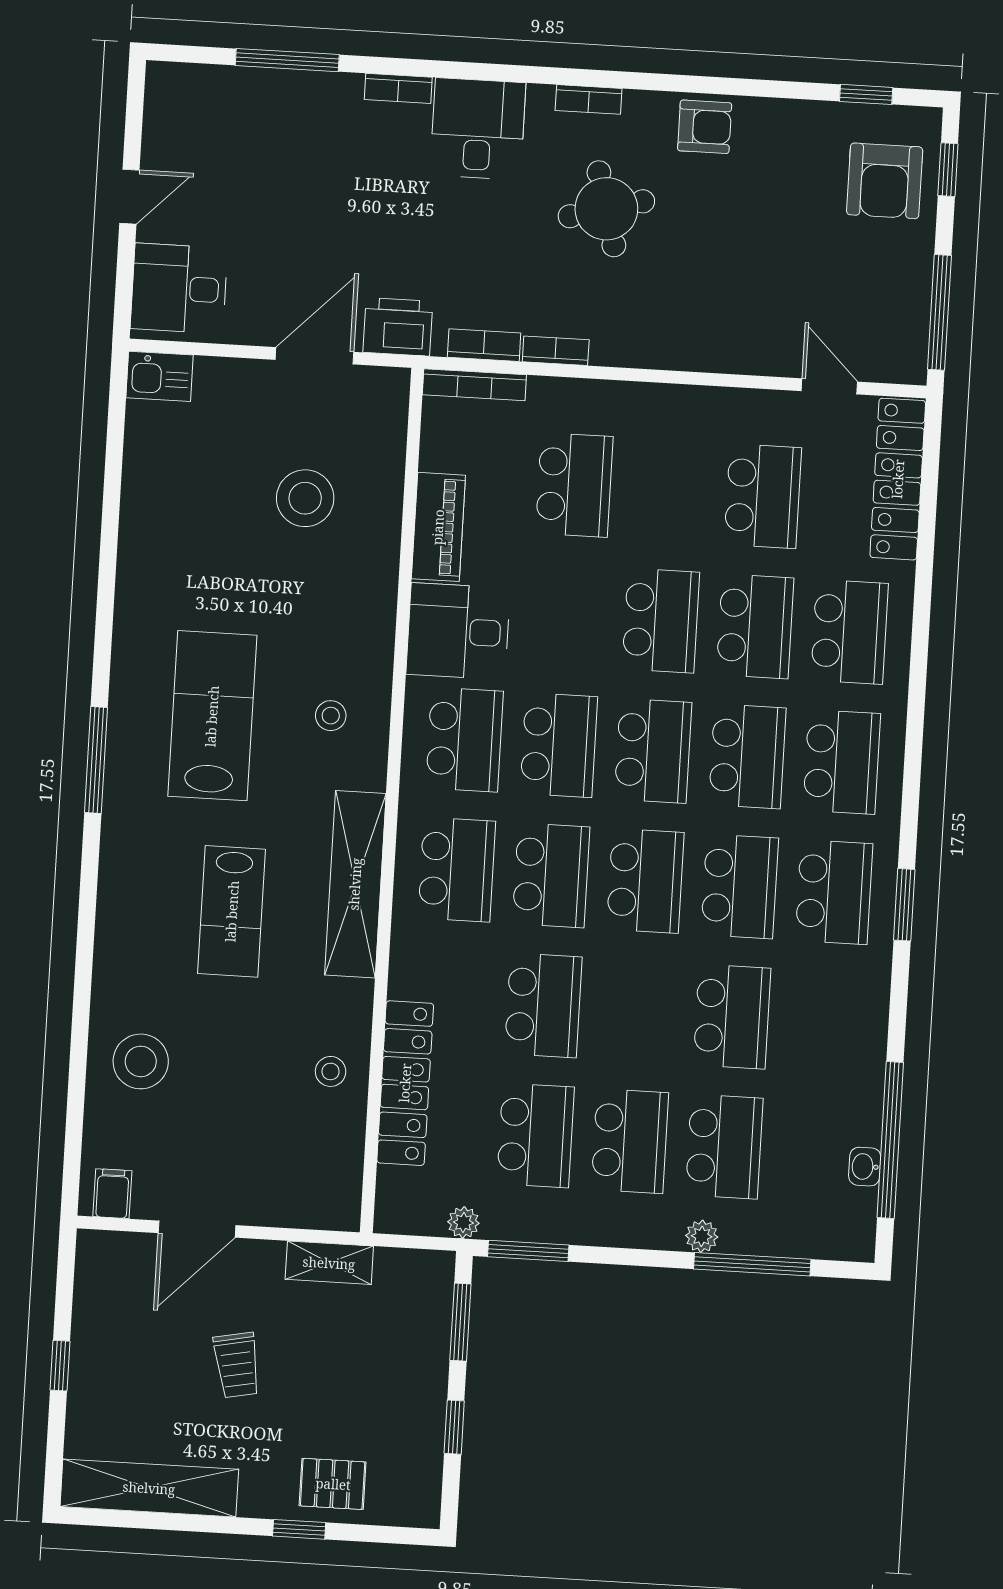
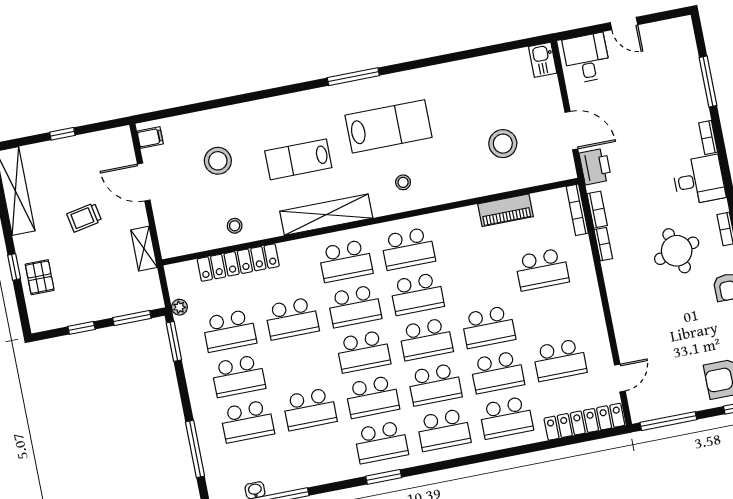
desk: (458, 631) -> (459, 232), removed
stool: (141, 1061) -> (218, 161), moved
plant: (702, 1236) -> (202, 422), removed

